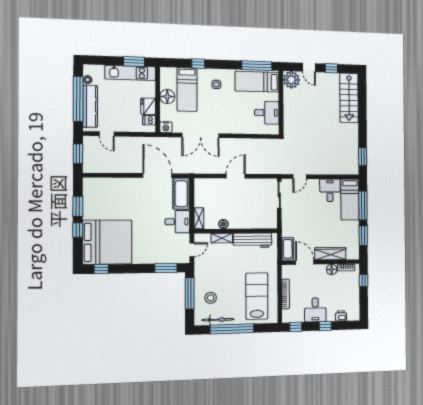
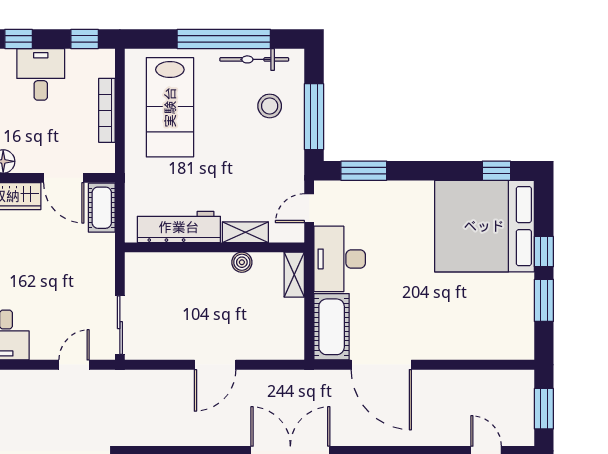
desk: (177, 222) -> (340, 259), width x1.37

